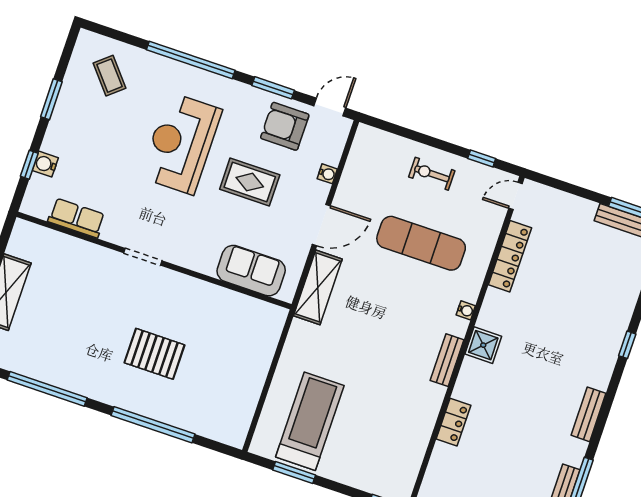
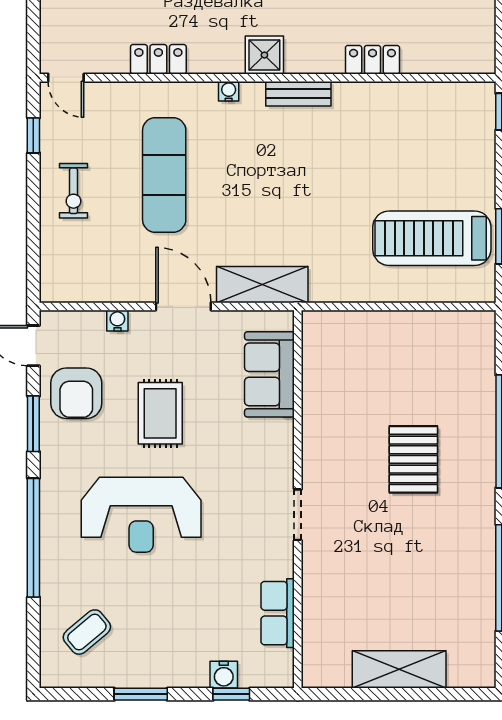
locker: (510, 256) -> (158, 59), width x0.66

